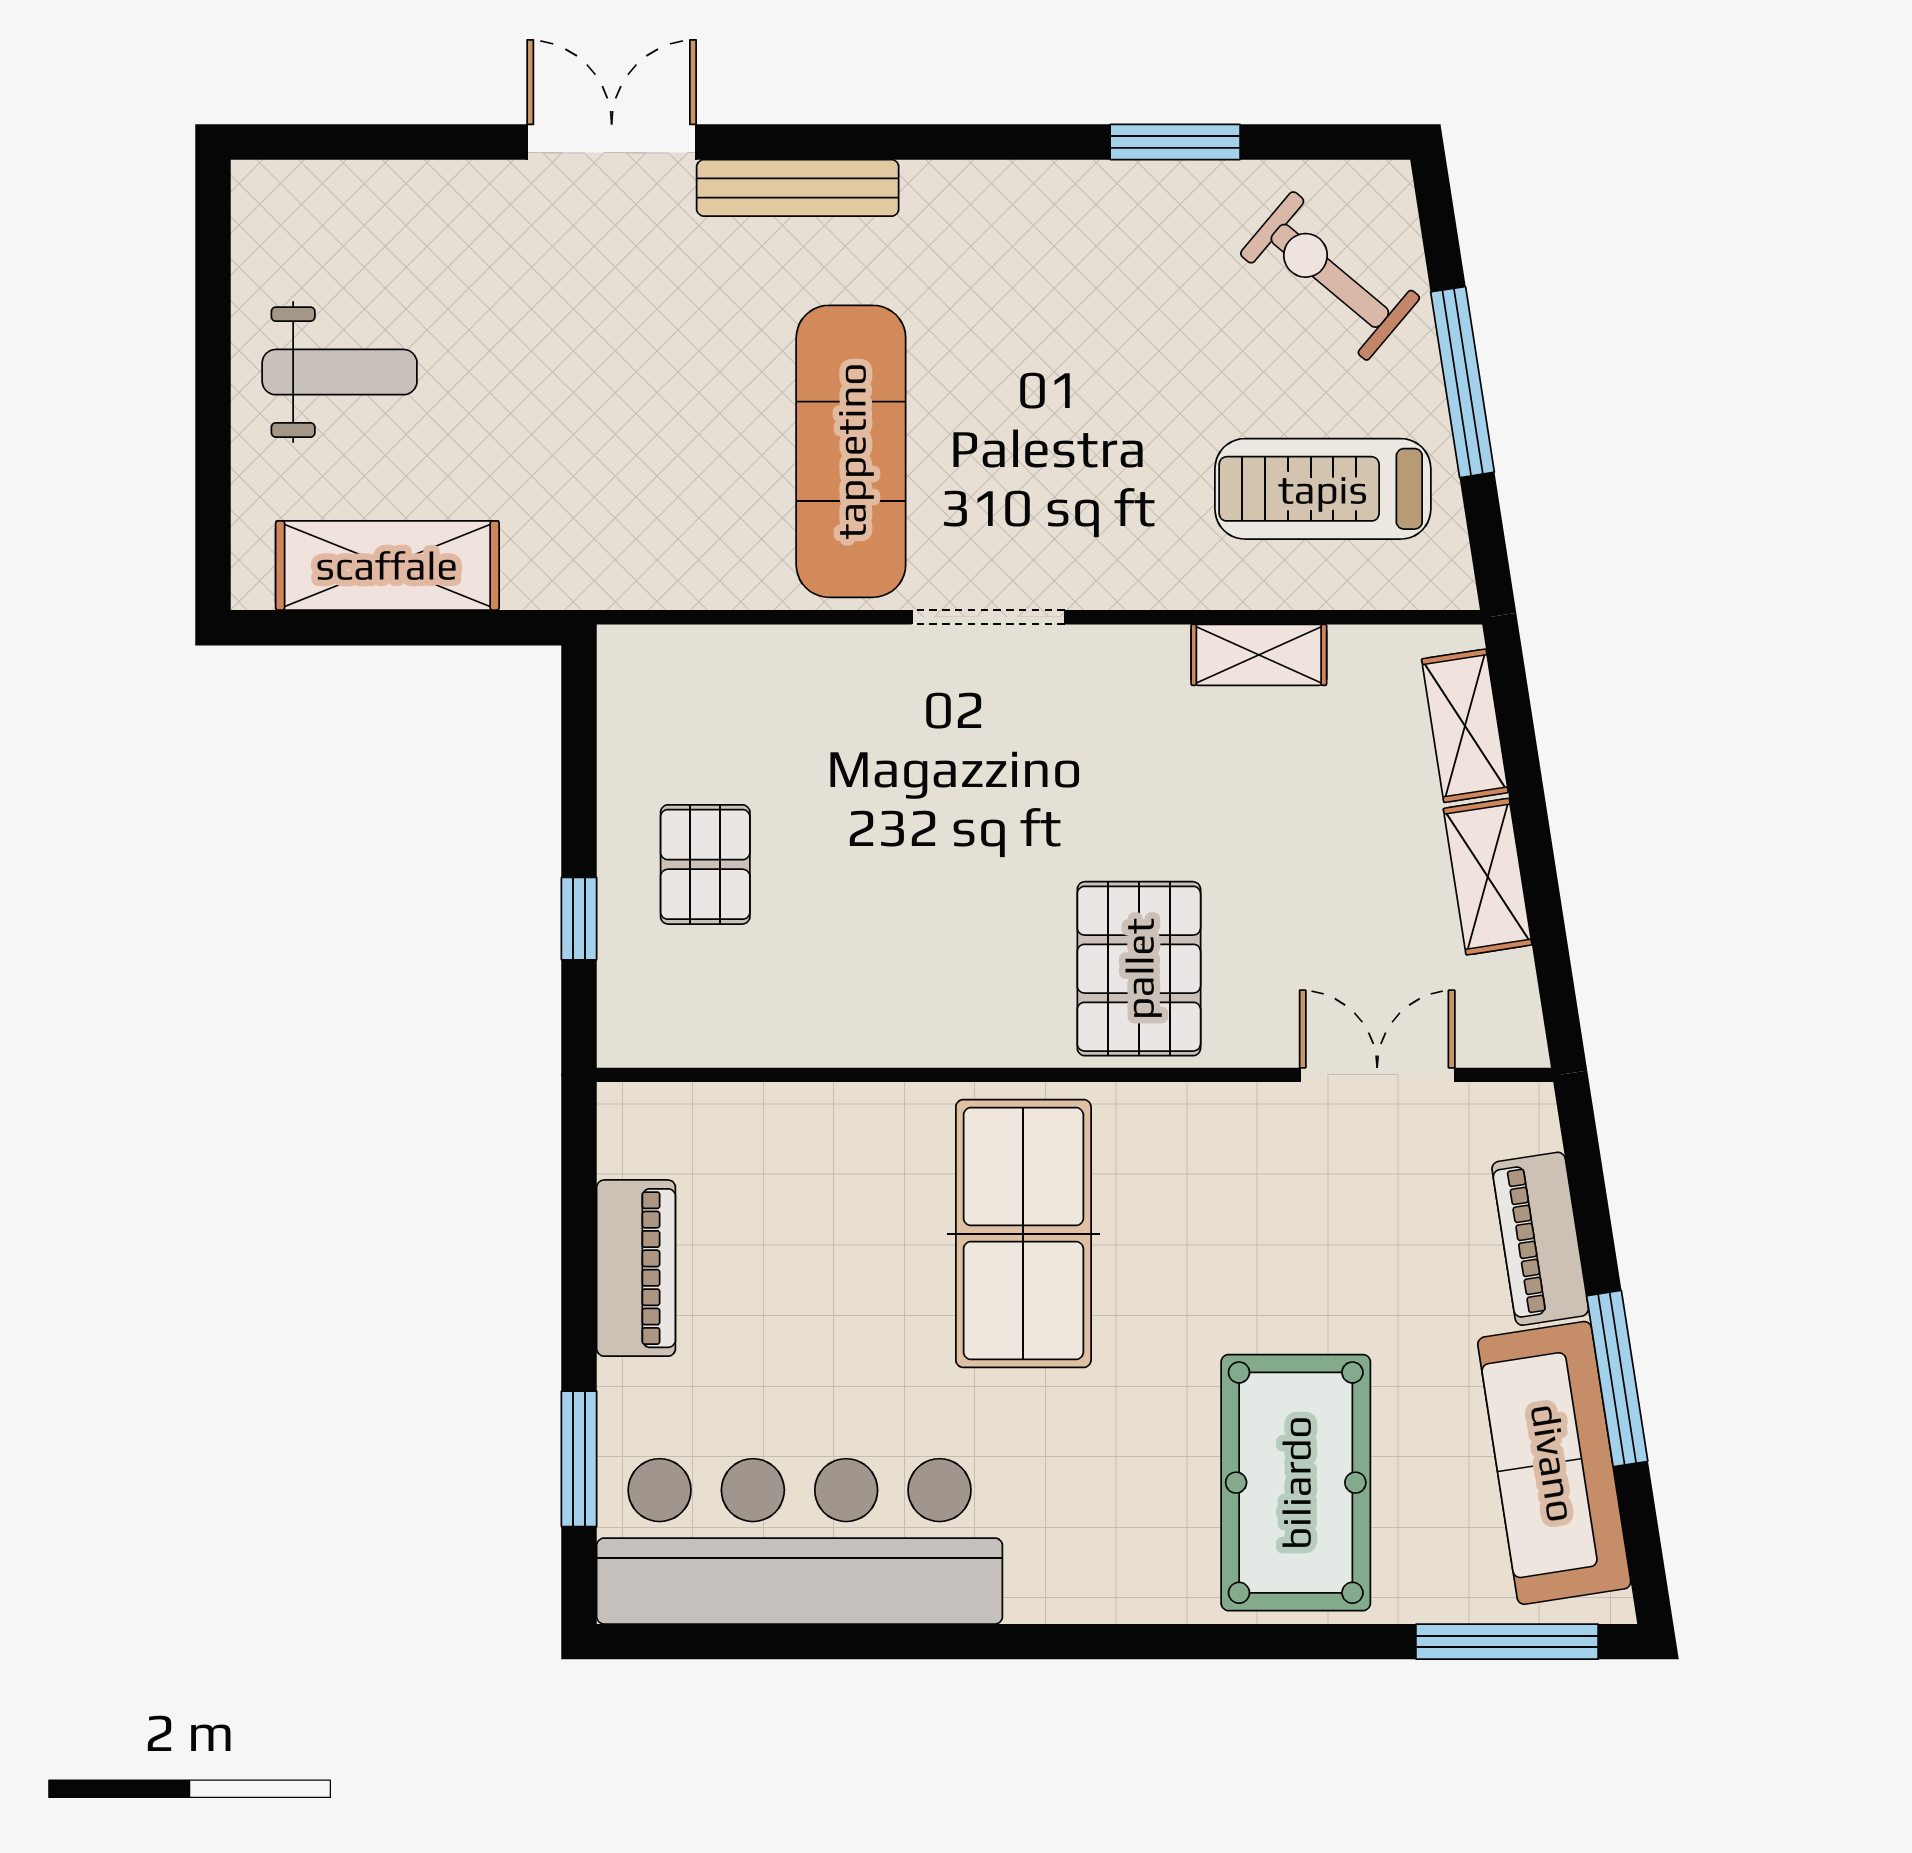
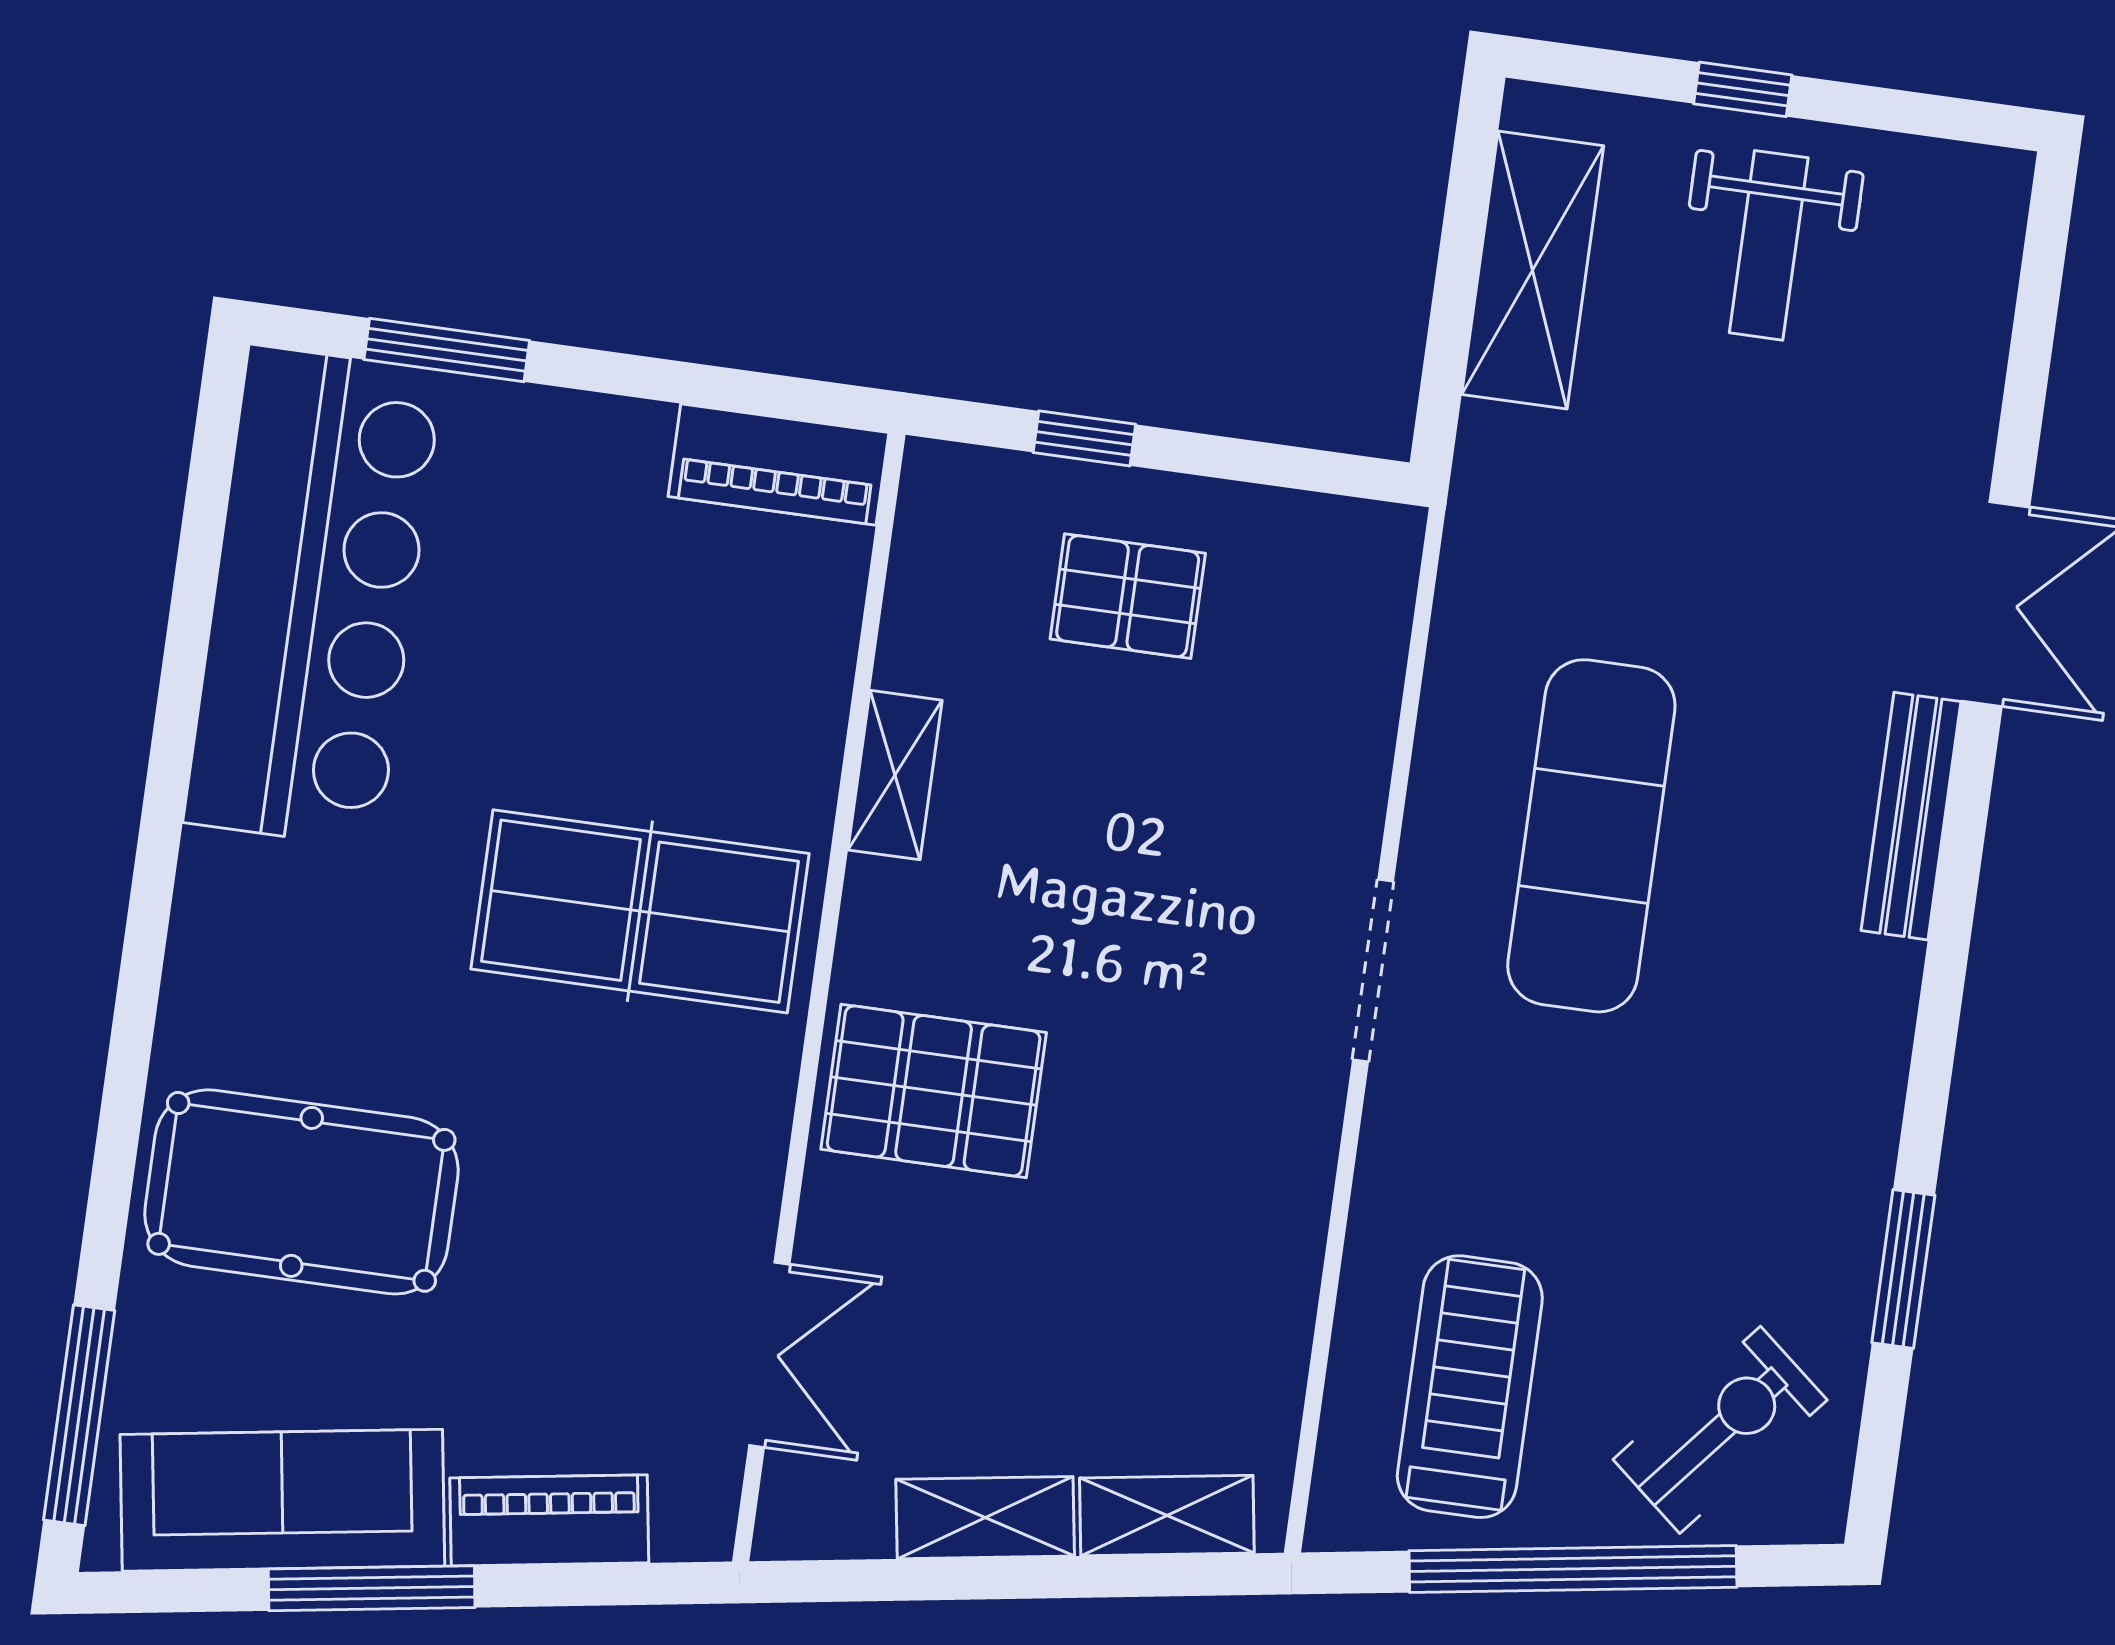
window: (1463, 382) -> (1573, 1569), width x1.46
window: (213, 412) -> (1743, 89), added
exercise mat: (851, 451) -> (1591, 836), turned 90
shelving: (1259, 655) -> (895, 775), moved
piano: (636, 1268) -> (778, 465), moved

